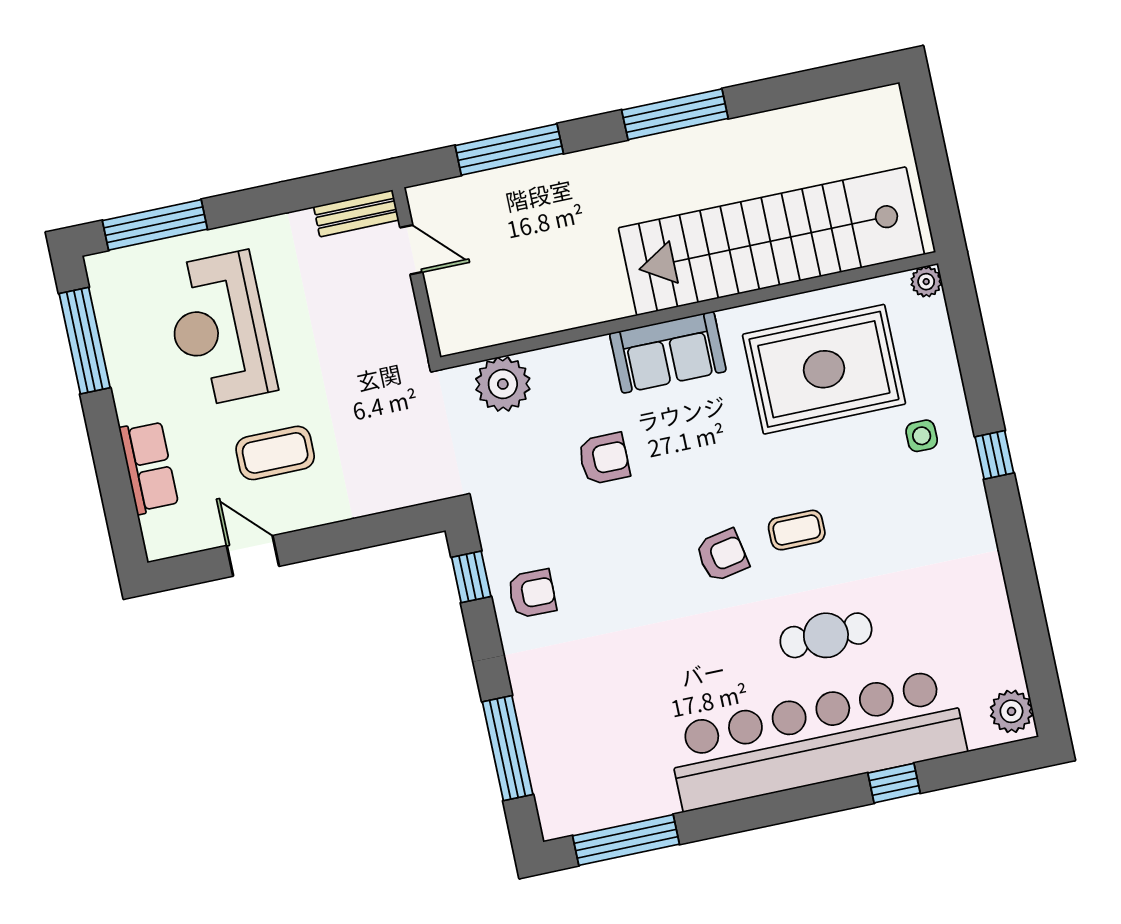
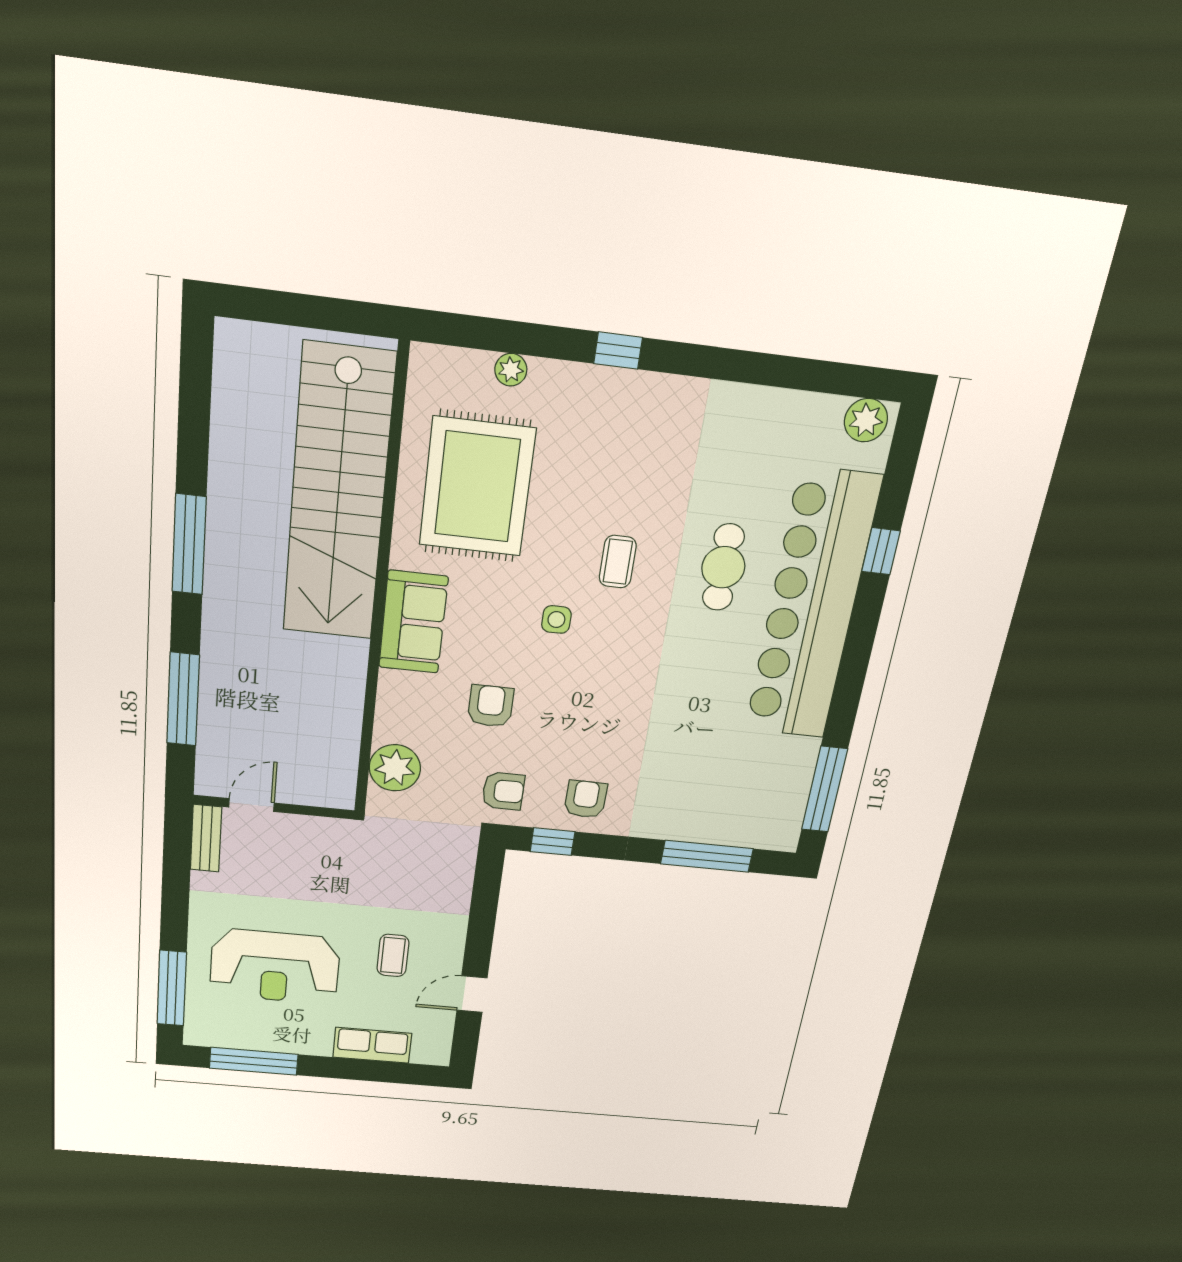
plant: (926, 282) -> (511, 370), moved
side table: (922, 436) -> (556, 619), moved
coffee table: (275, 453) -> (393, 955), width x0.73, depth x0.77
armchair: (722, 555) -> (503, 791), moved, turned 101

